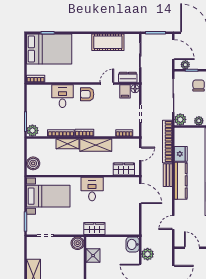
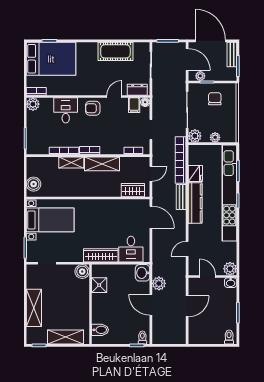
plant: (32, 131) -> (33, 104), moved
desk: (92, 189) -> (131, 249), moved, turned 180
wardrobe: (94, 229) -> (101, 255), width x1.50

